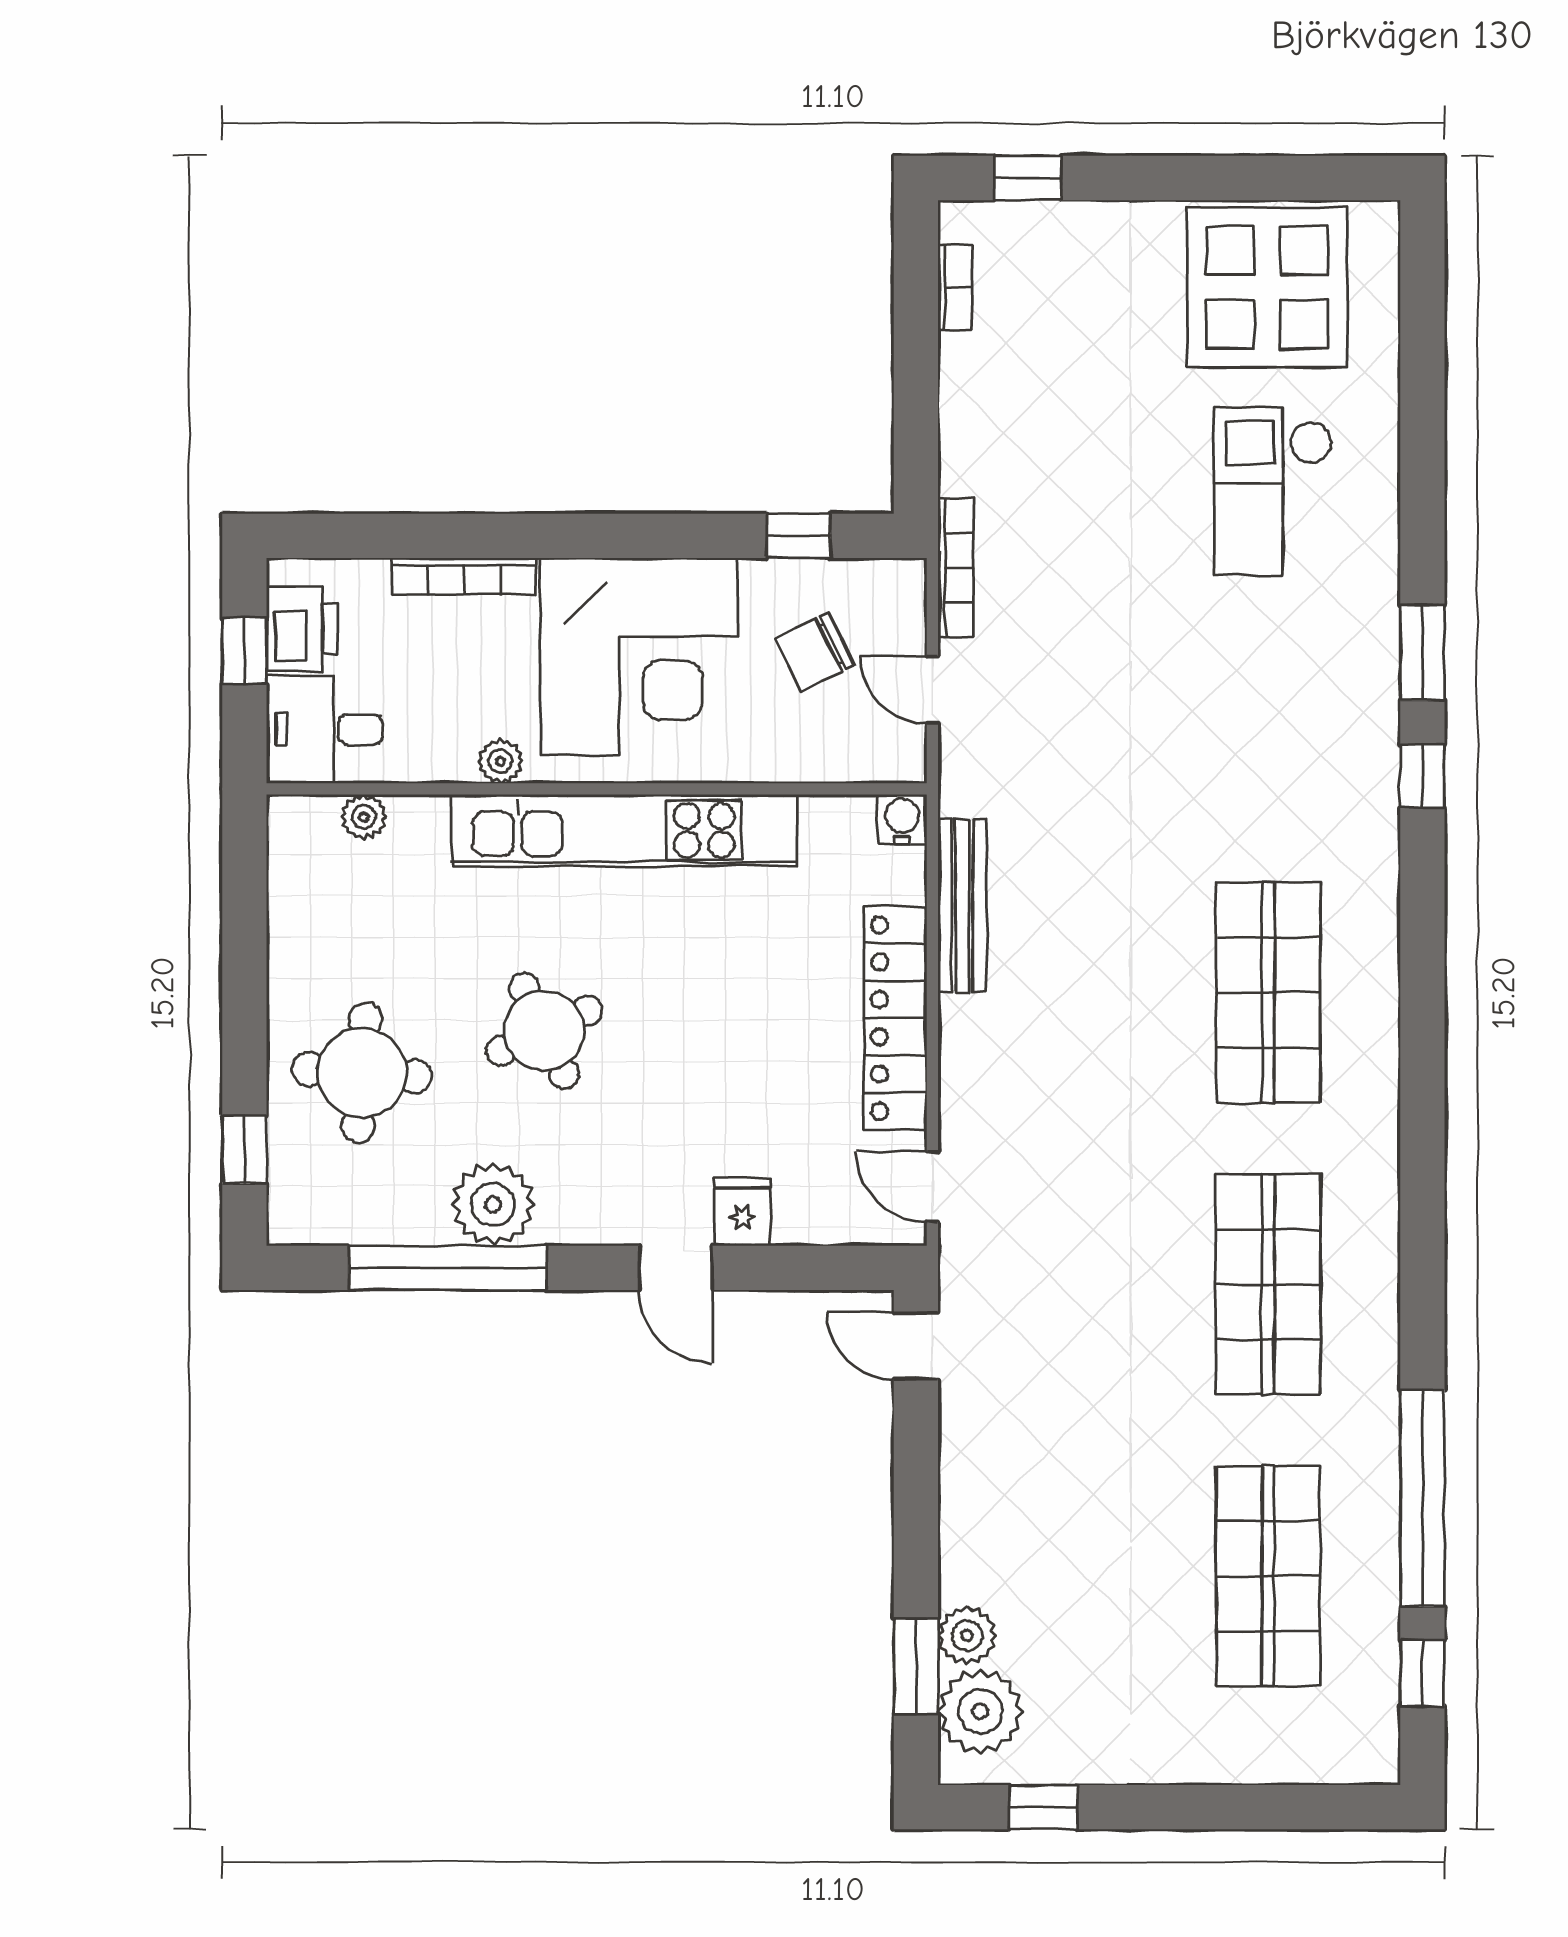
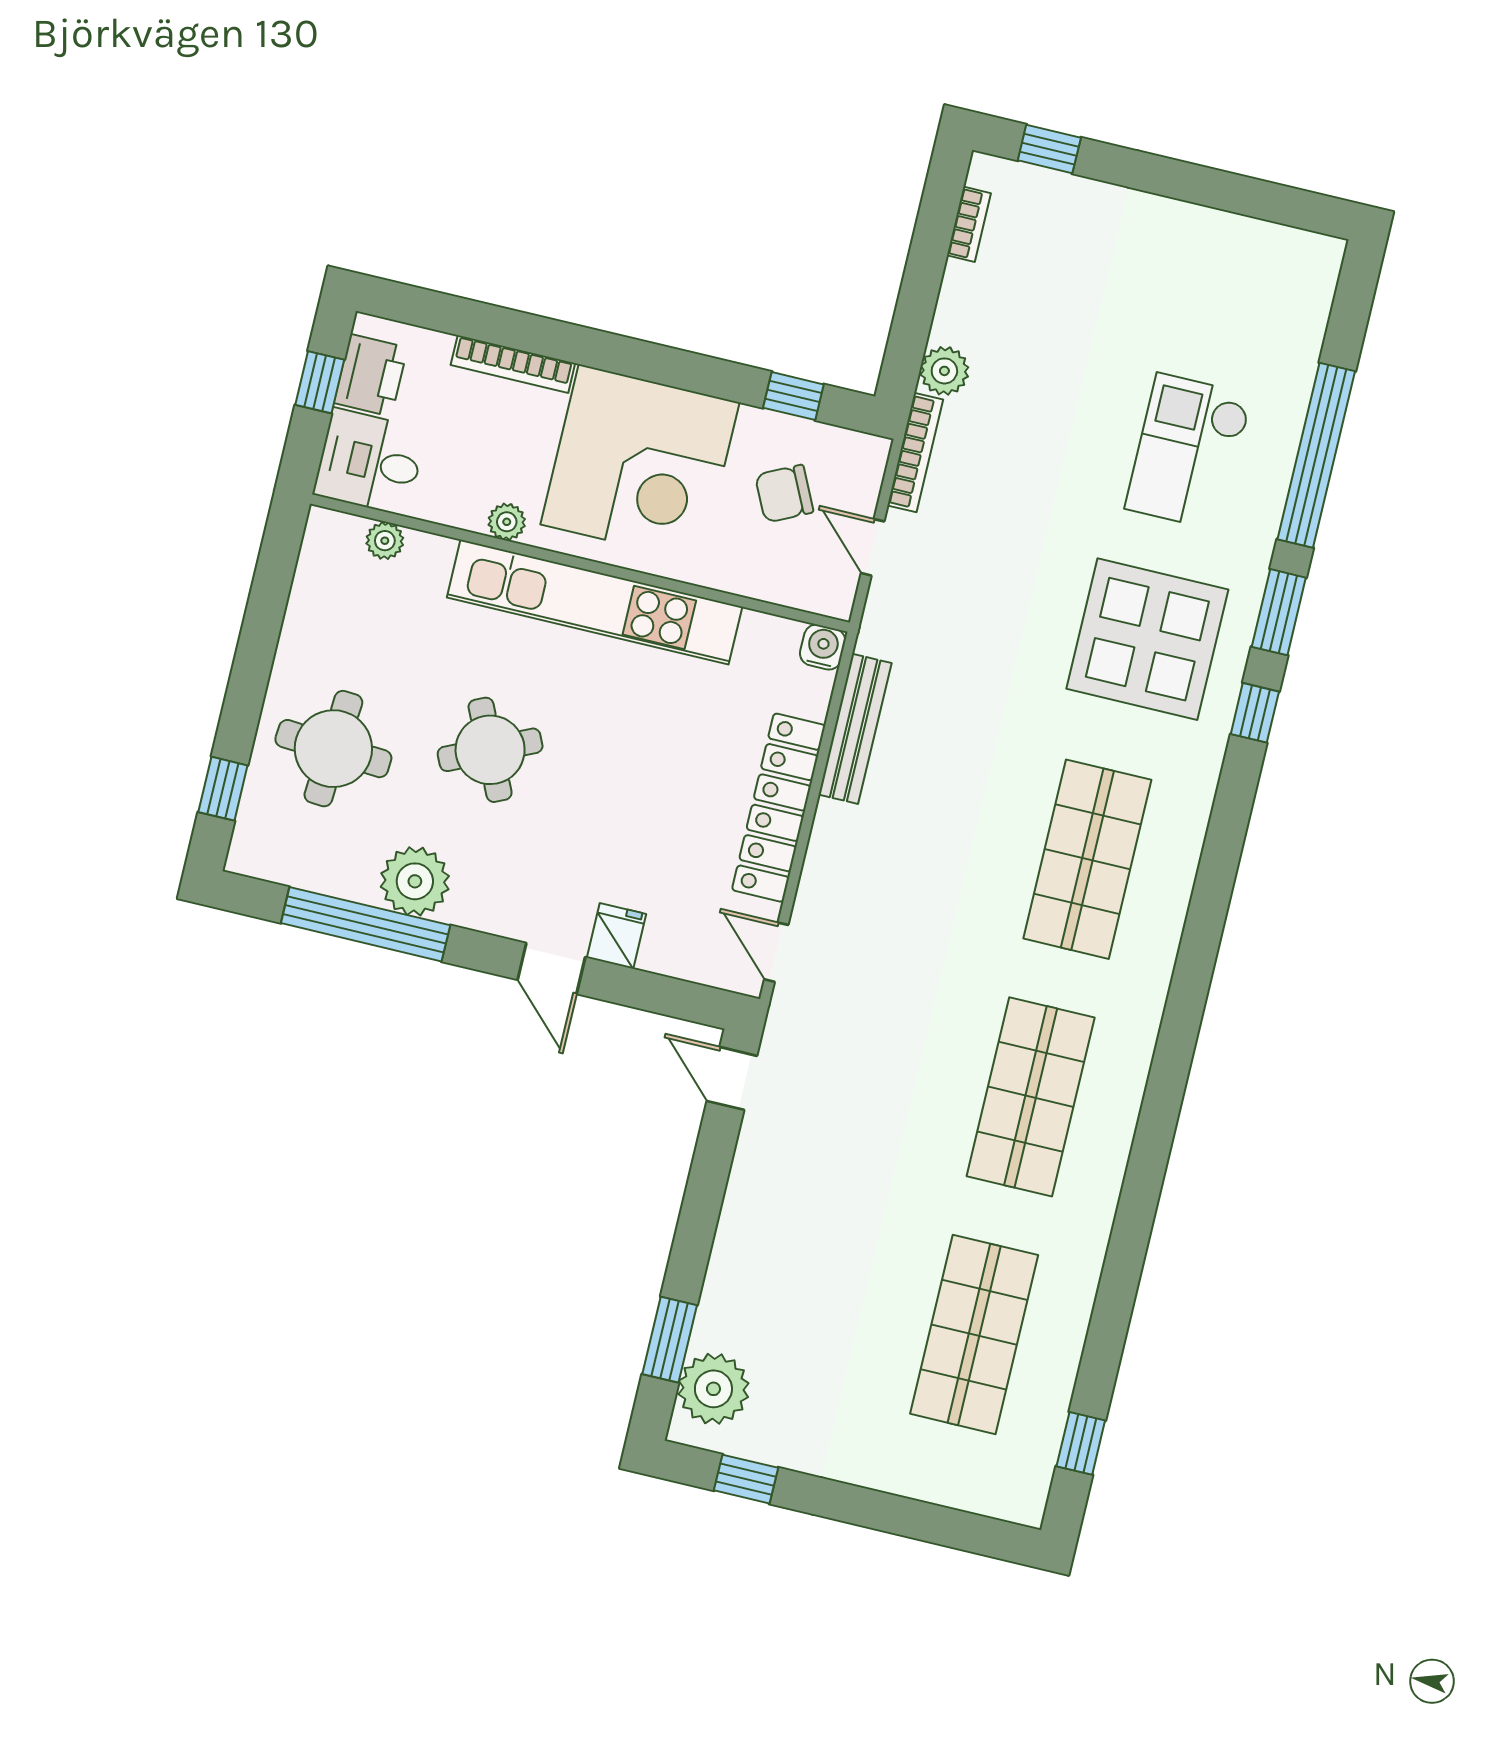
display table: (1267, 287) -> (1147, 639), moved
window: (1422, 1498) -> (1316, 455), moved
plant: (967, 1635) -> (944, 371), moved

